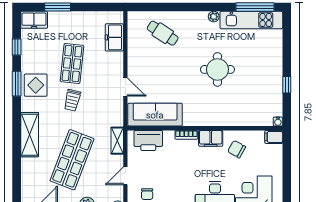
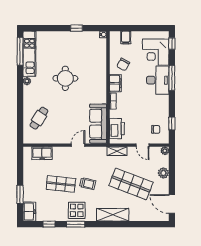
filing cabinet: (274, 137) -> (126, 38), moved

